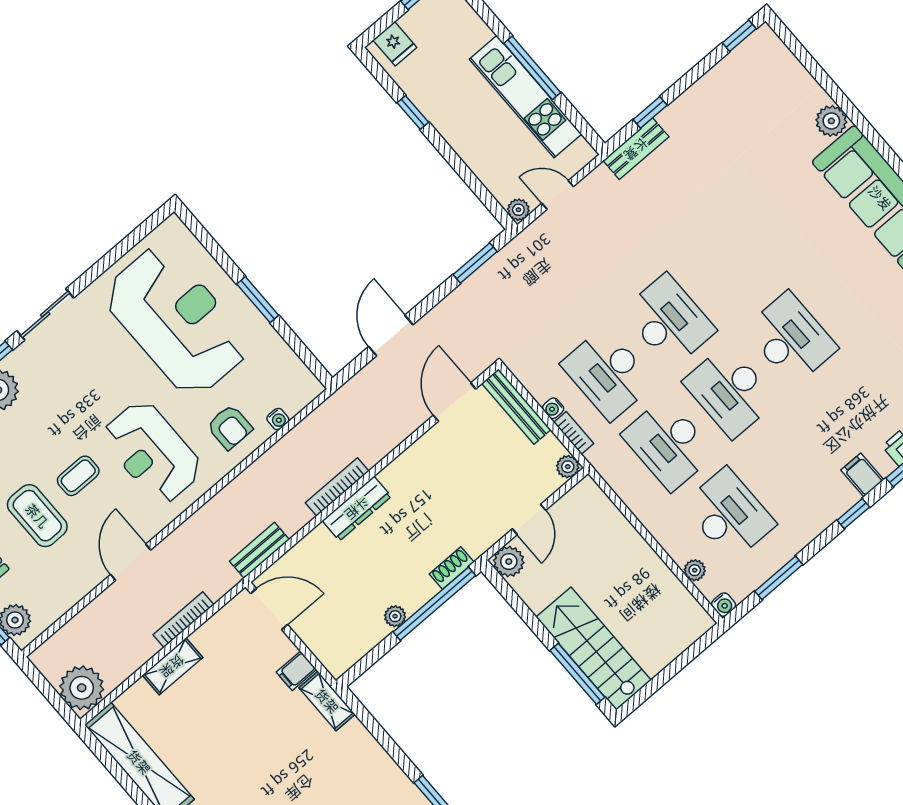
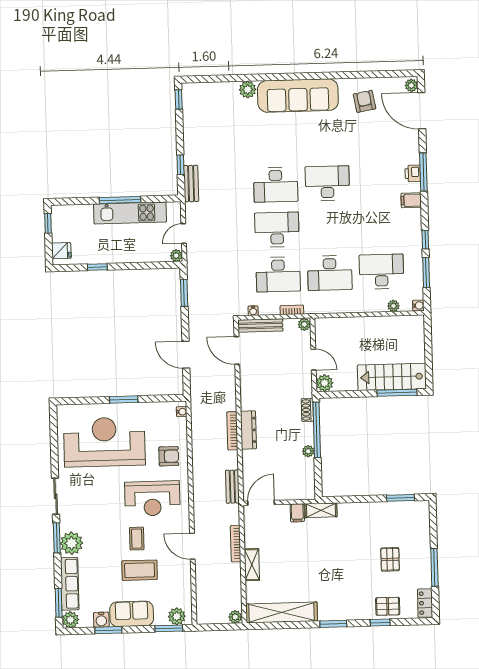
desk: (730, 391) -> (276, 185), moved
water cooler: (553, 408) -> (253, 311), moved
water cooler: (278, 419) -> (182, 412), moved
window: (853, 514) -> (425, 240), moved
plant: (82, 688) -> (235, 617), width x0.53, depth x0.53

